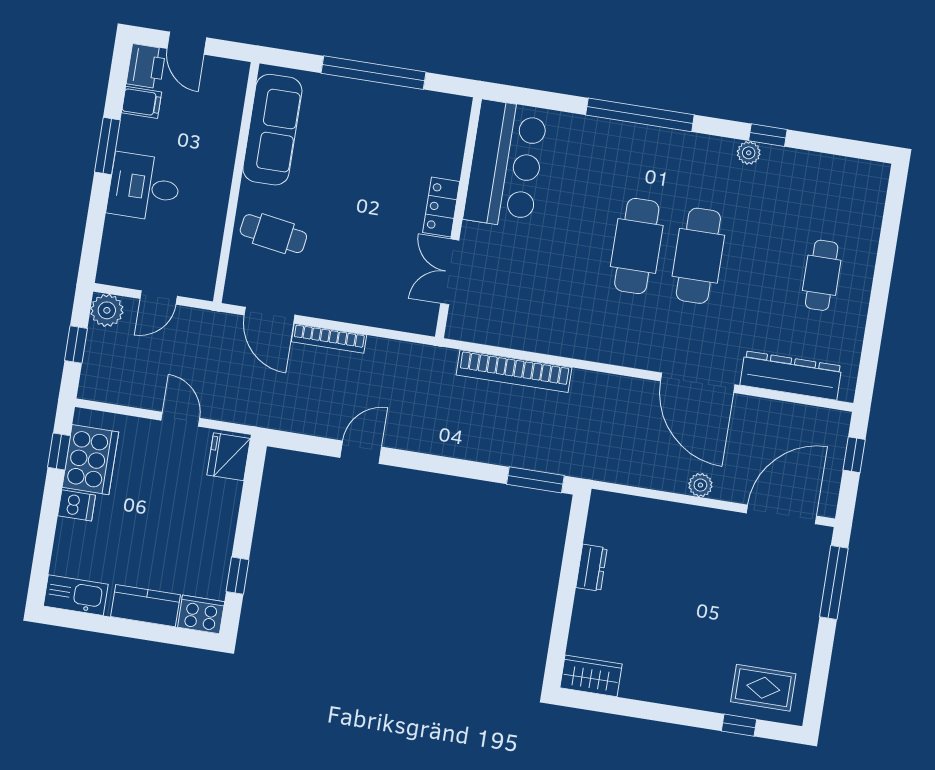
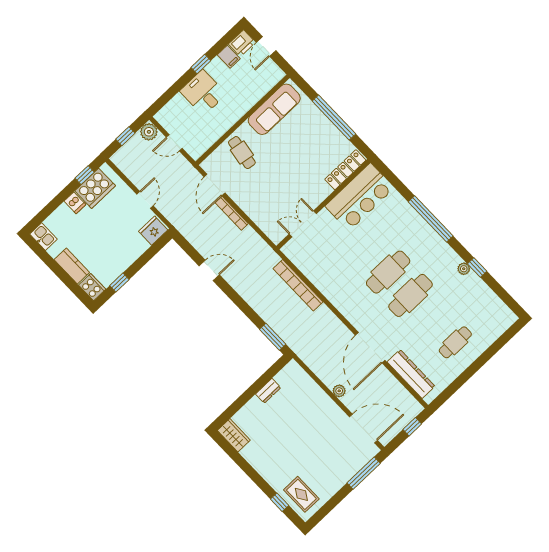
window: (107, 146) -> (201, 64), width x0.67
locker: (441, 207) -> (345, 170), moved, width x1.53
kitchen sink: (76, 595) -> (43, 237), width x0.73

